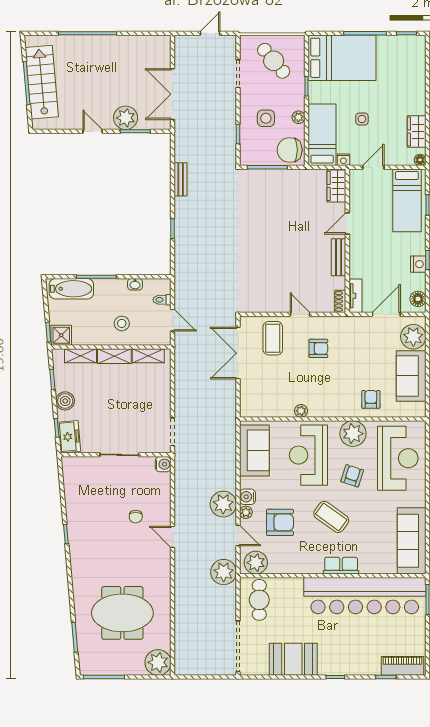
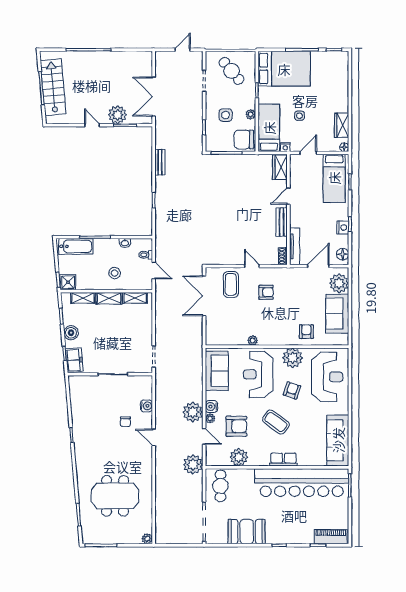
tv unit: (355, 296) -> (295, 246), width x1.41
water cooler: (163, 464) -> (147, 406), moved
plant: (256, 563) -> (239, 457), moved
plant: (158, 662) -> (147, 539), width x0.53, depth x0.53

